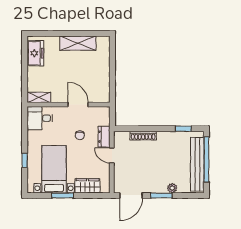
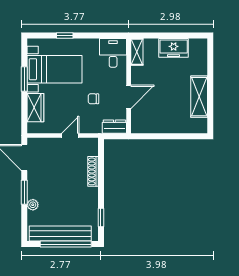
freezer: (35, 53) -> (174, 48), moved
dresser: (104, 137) -> (114, 127), moved

